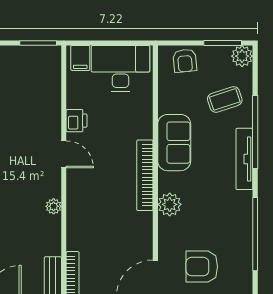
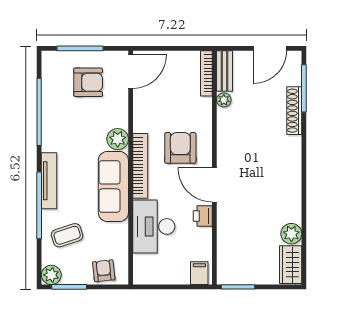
desk: (120, 68) -> (154, 226), moved, turned 90
sofa: (174, 143) -> (113, 186), width x1.36
door: (64, 154) -> (214, 185), width x1.38
armchair: (101, 195) -> (180, 148), added
plant: (54, 206) -> (224, 100), moved

